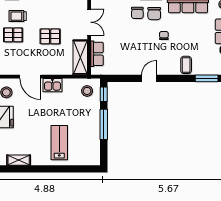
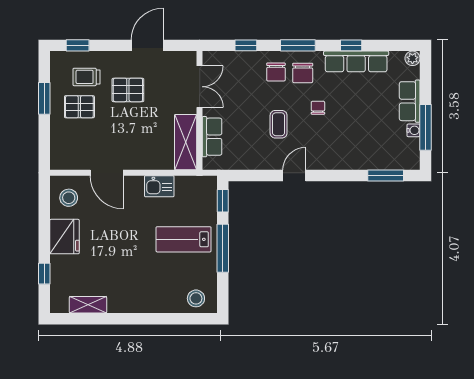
pallet: (50, 36) -> (128, 90), moved
coffee table: (186, 65) -> (279, 124), moved
kitchen sink: (52, 85) -> (159, 186), moved
stool: (87, 91) -> (196, 298), moved
lab bench: (59, 143) -> (184, 239), moved, turned -90

